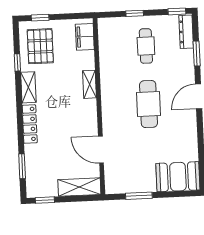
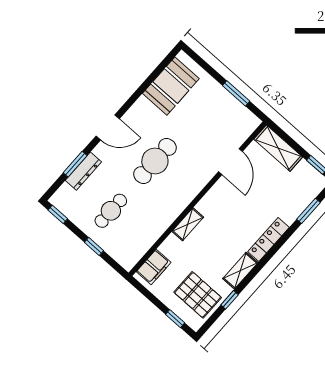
dresser: (186, 32) -> (83, 171), moved
pallet: (40, 46) -> (198, 295), turned 90
booth: (178, 177) -> (171, 86), moved, turned 90

